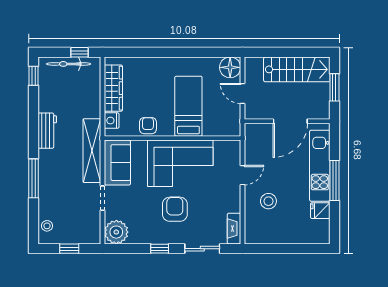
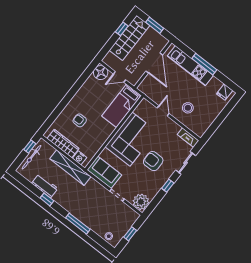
window: (300, 52) -> (122, 29), added
window: (34, 76) -> (47, 199), moved
bed: (188, 106) -> (121, 106), moved, turned -90
armchair: (148, 126) -> (80, 120), moved
workbench: (47, 131) -> (45, 186), moved
shelving: (92, 151) -> (70, 168), moved
fridge: (320, 211) -> (225, 92), moved

